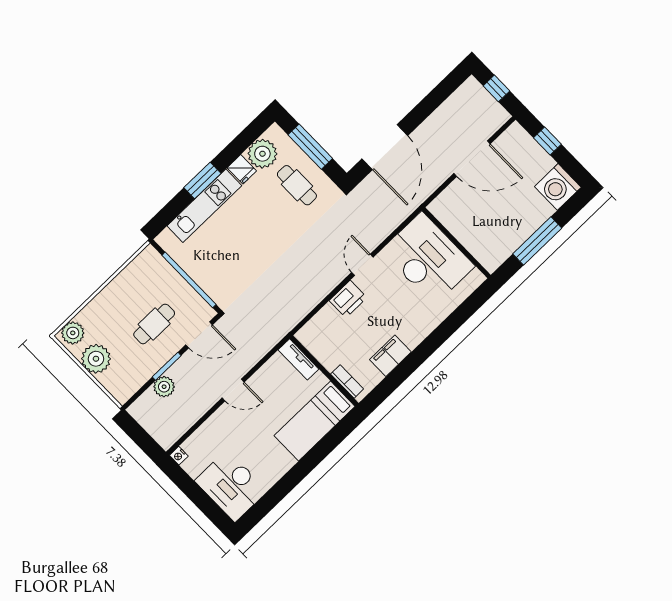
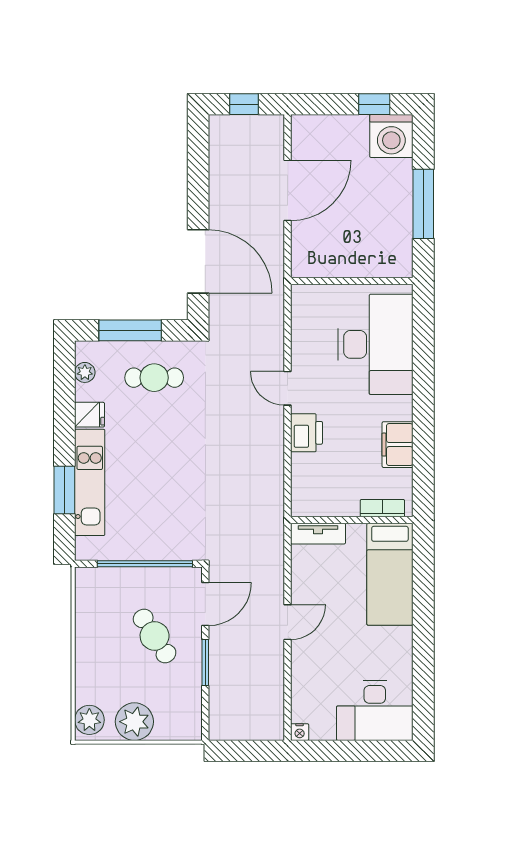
window: (547, 141) -> (374, 104), moved
plant: (262, 154) -> (85, 372), width x0.53, depth x0.53
window: (202, 181) -> (64, 490), moved
desk: (428, 258) -> (375, 344), moved, turned 90
cafe table: (154, 324) -> (155, 636), turned -33
plant: (164, 387) -> (222, 683), removed

